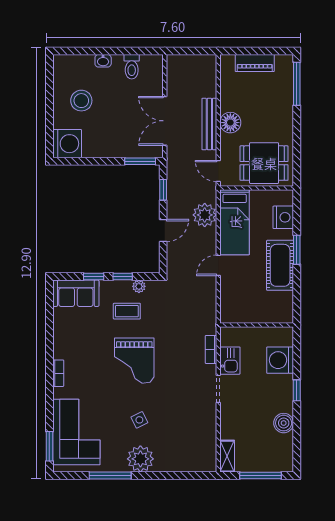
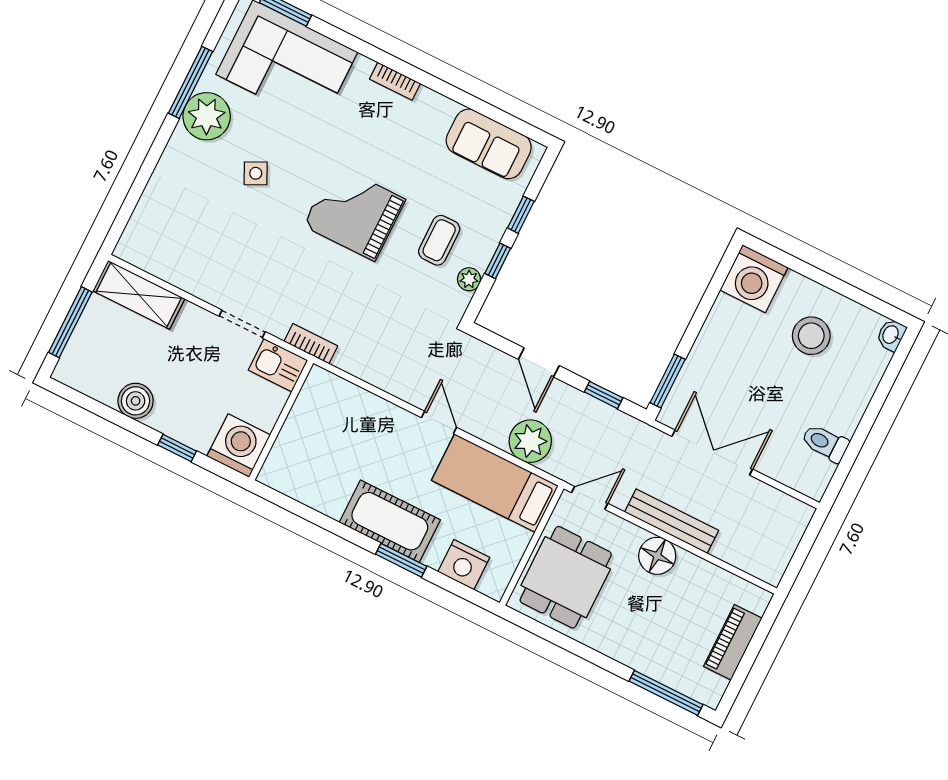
washbasin: (103, 61) -> (891, 335), moved
sofa: (76, 293) -> (489, 144), moved, turned -90
wall: (257, 325) -> (281, 420), moved
shelving: (227, 456) -> (139, 295), width x1.50, depth x1.33
plant: (140, 459) -> (207, 116), moved

